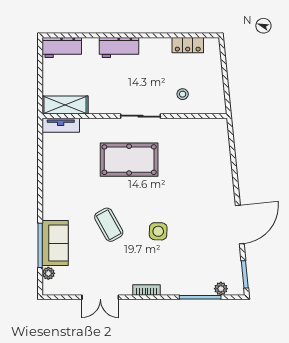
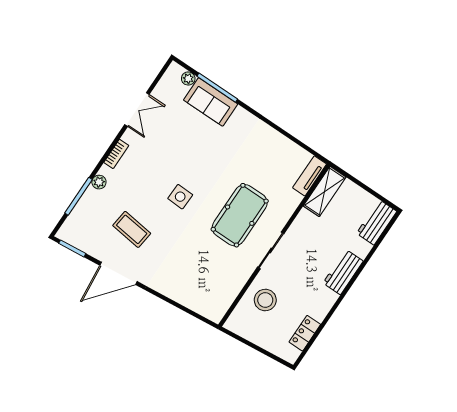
stool: (183, 94) -> (265, 300), width x1.89, depth x1.89
door: (240, 224) -> (118, 273), hinge flipped
coffee table: (109, 225) -> (132, 229), moved, turned 36
side table: (158, 231) -> (180, 197), moved
plant: (221, 289) -> (99, 182), moved
double door: (100, 297) -> (137, 110), swing flipped

